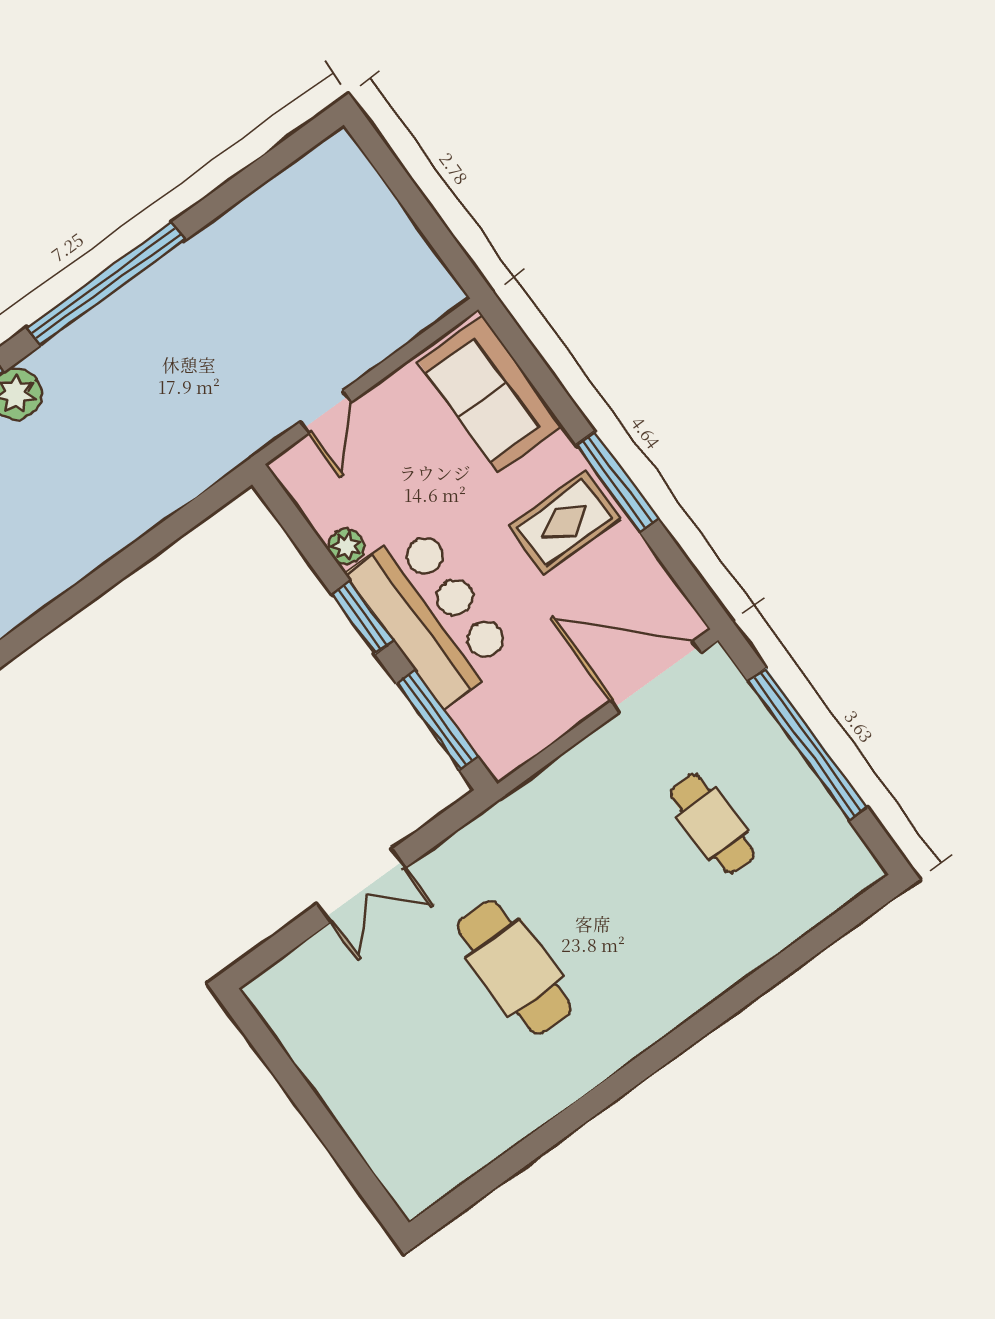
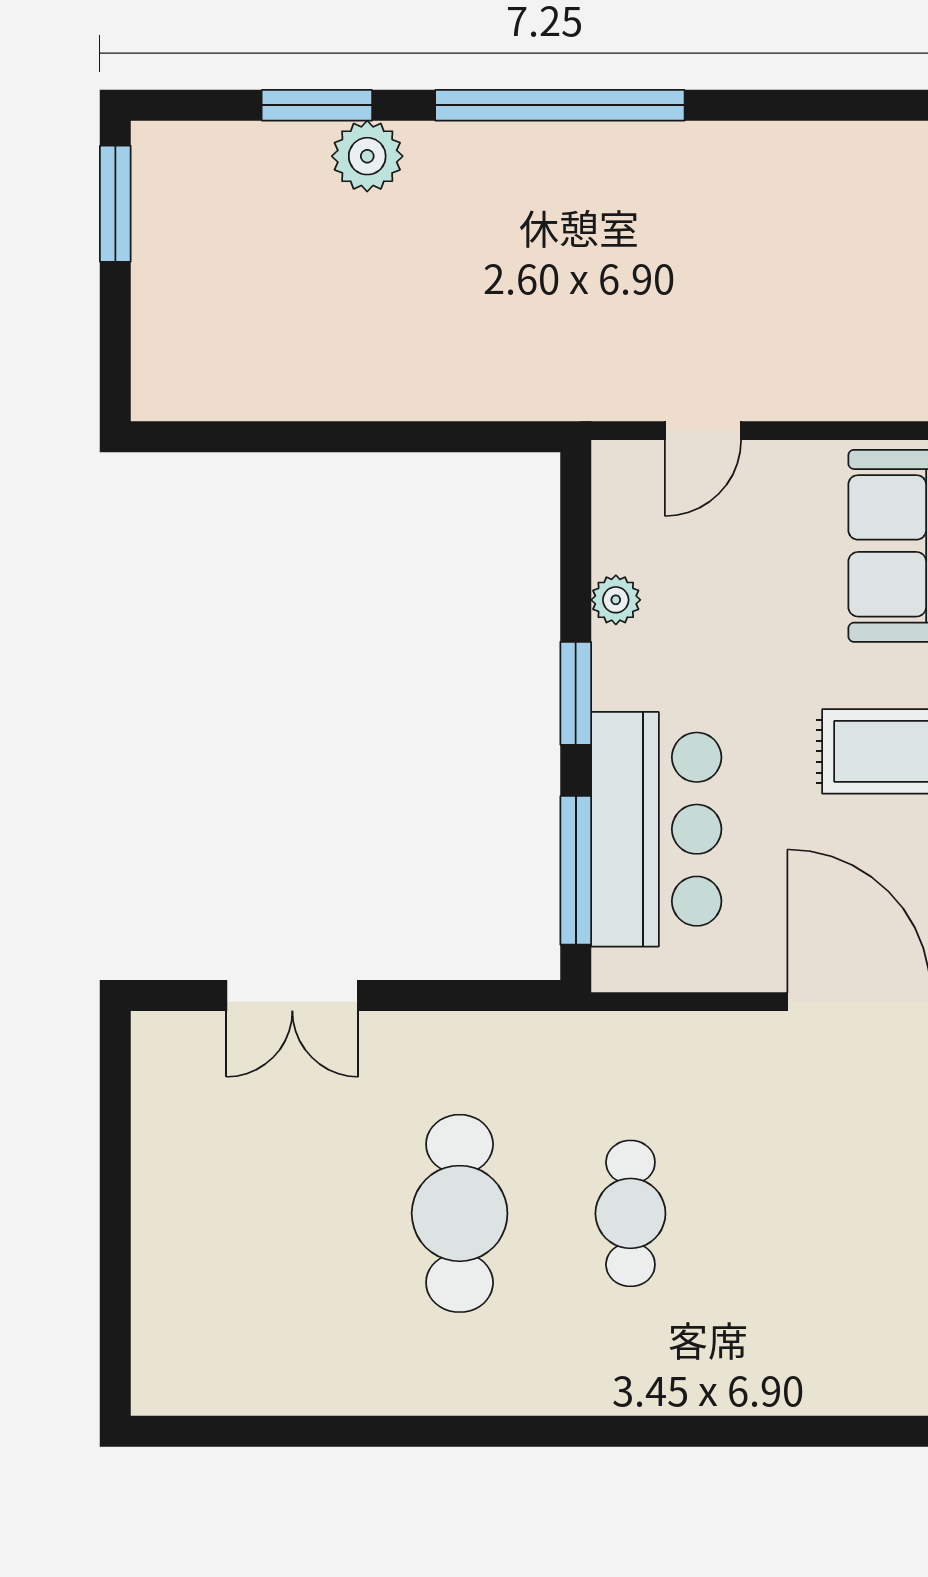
bar counter: (432, 614) -> (656, 829), moved
cafe table: (712, 824) -> (630, 1213), moved
double door: (361, 886) -> (292, 995), moved

